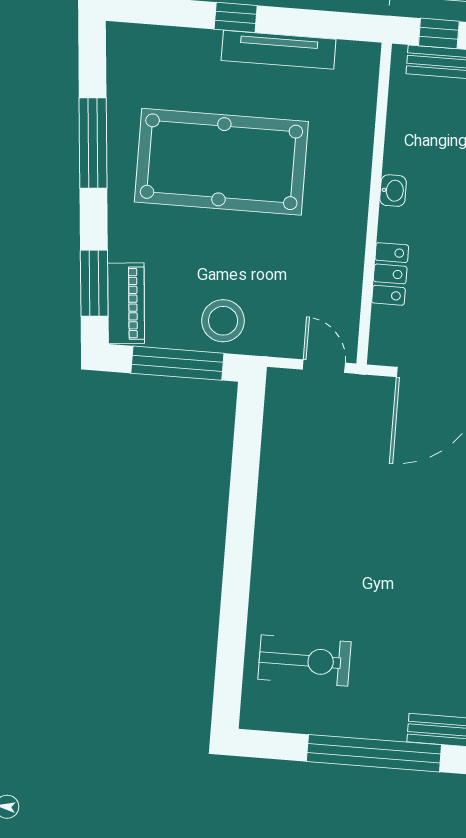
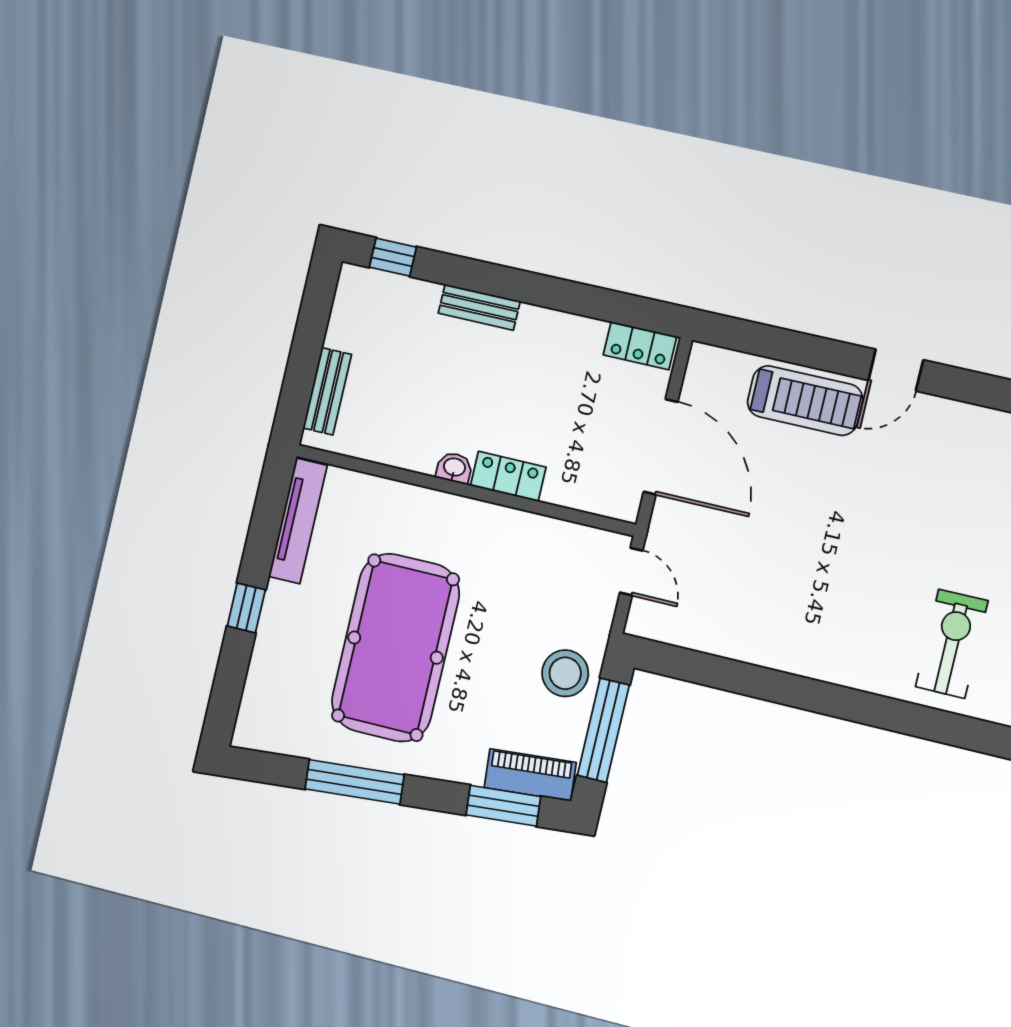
window: (439, 33) -> (296, 394), removed
tv unit: (279, 50) -> (298, 521), moved
locker: (390, 274) -> (508, 476), moved
door: (324, 366) -> (631, 572), swing flipped

